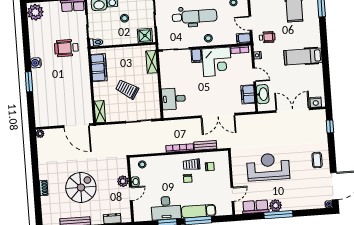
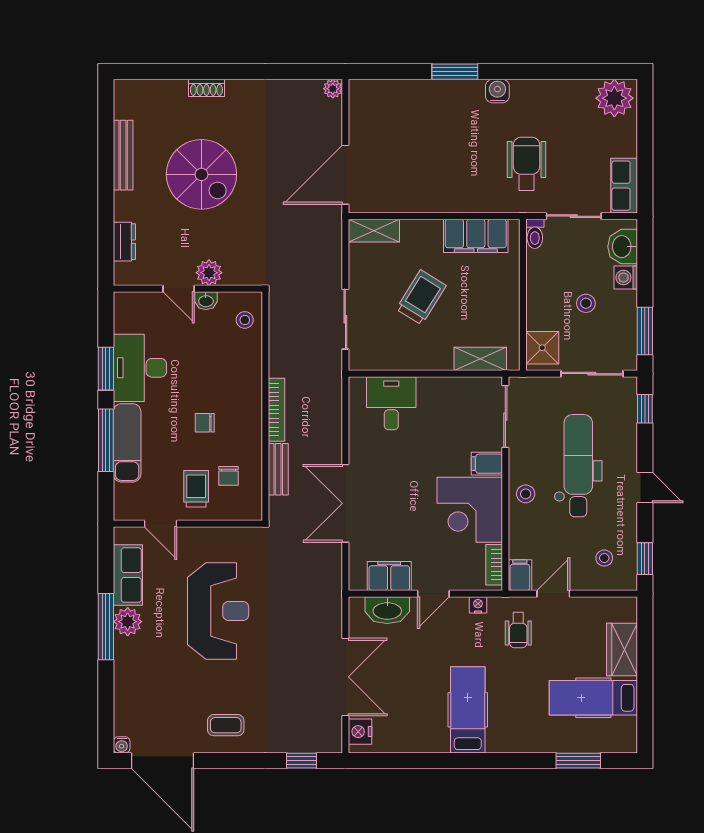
dental chair: (195, 16) -> (578, 466), turned 180
trolley: (192, 164) -> (196, 489), moved

